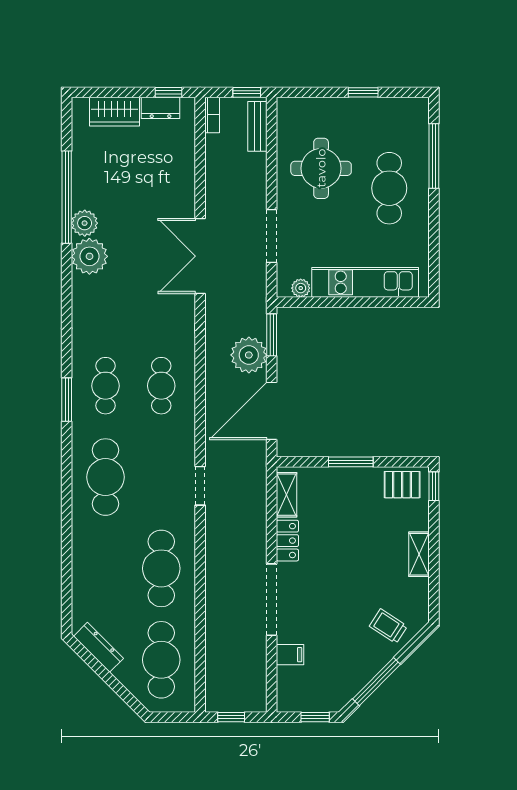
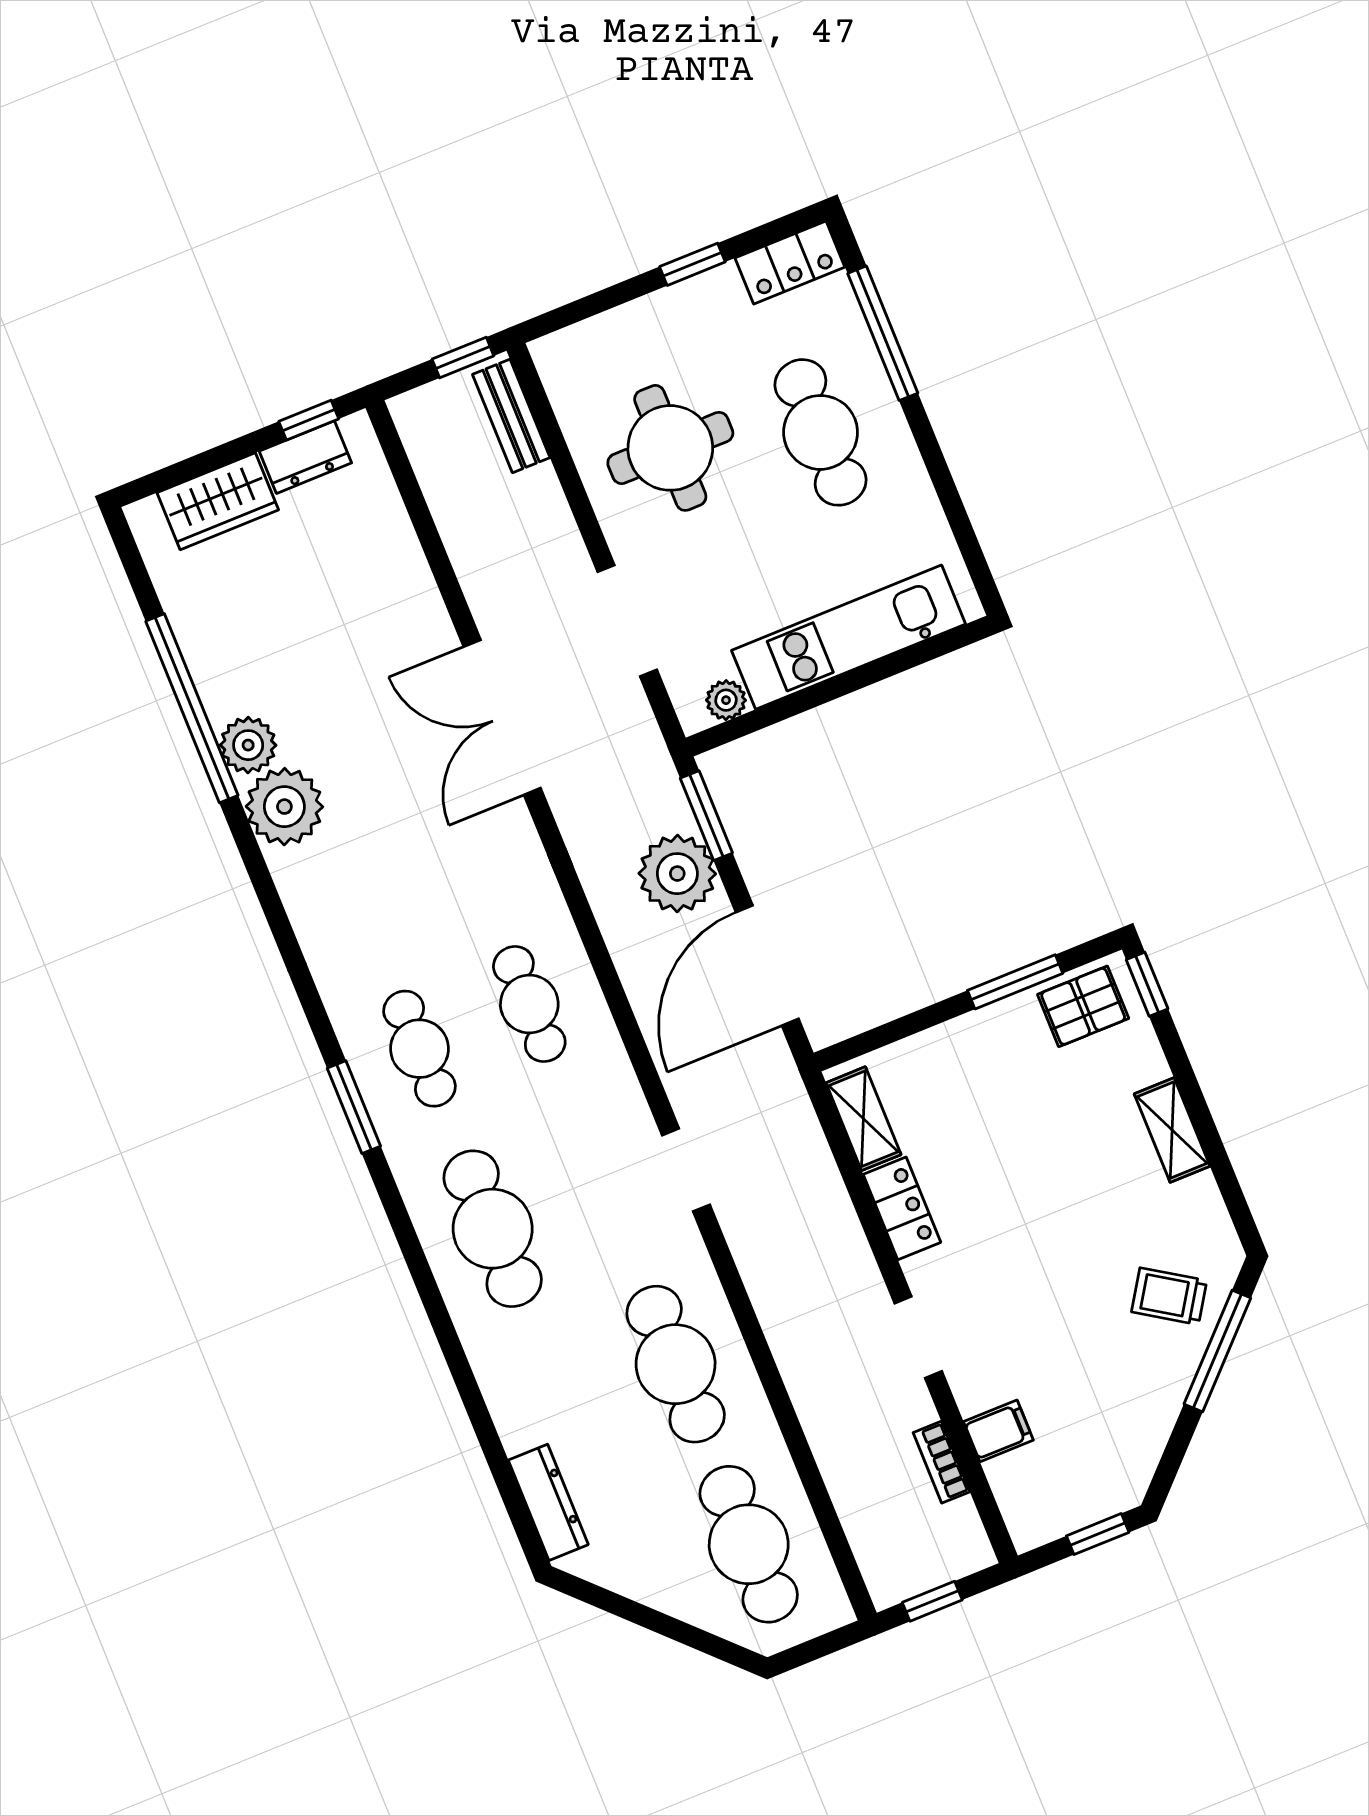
locker: (406, 109) -> (790, 263), added
bookcase: (212, 115) -> (942, 1462), moved, turned 180
window: (351, 462) -> (1015, 982), moved
doorway: (272, 600) -> (918, 1337), width x0.53
dresser: (98, 647) -> (548, 1502), moved, turned 45
window: (376, 682) -> (1217, 1351), moved

